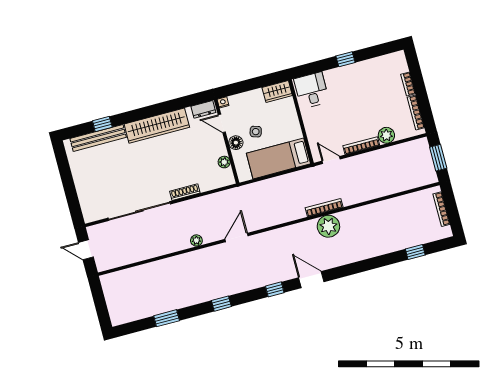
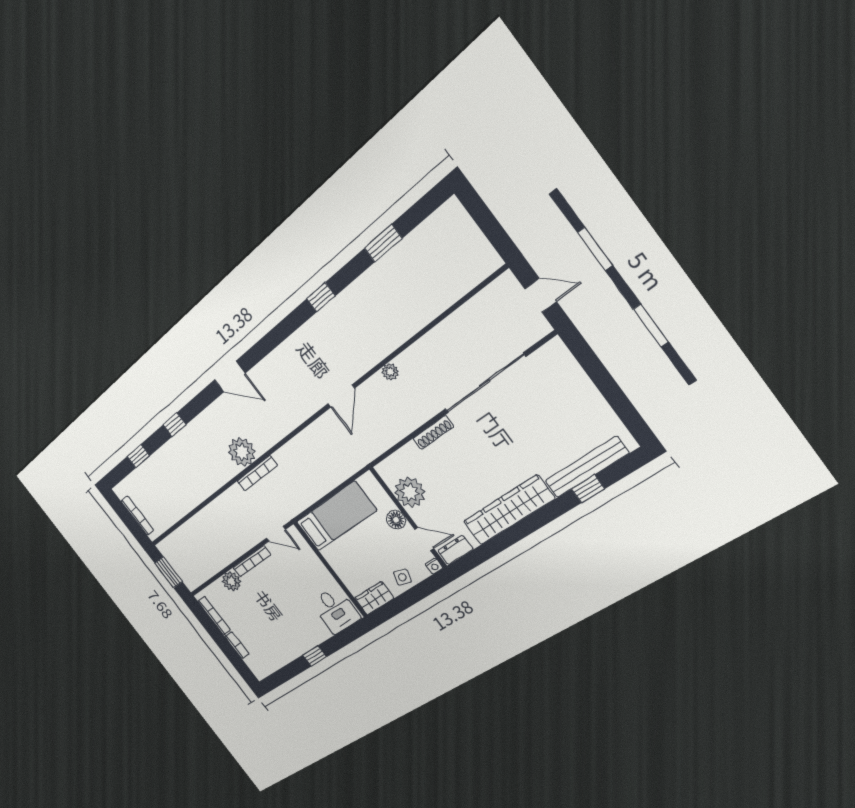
side table: (256, 132) -> (402, 577), moved
plant: (224, 162) -> (410, 492), width x1.88, depth x1.88
window: (275, 289) -> (174, 425), moved

